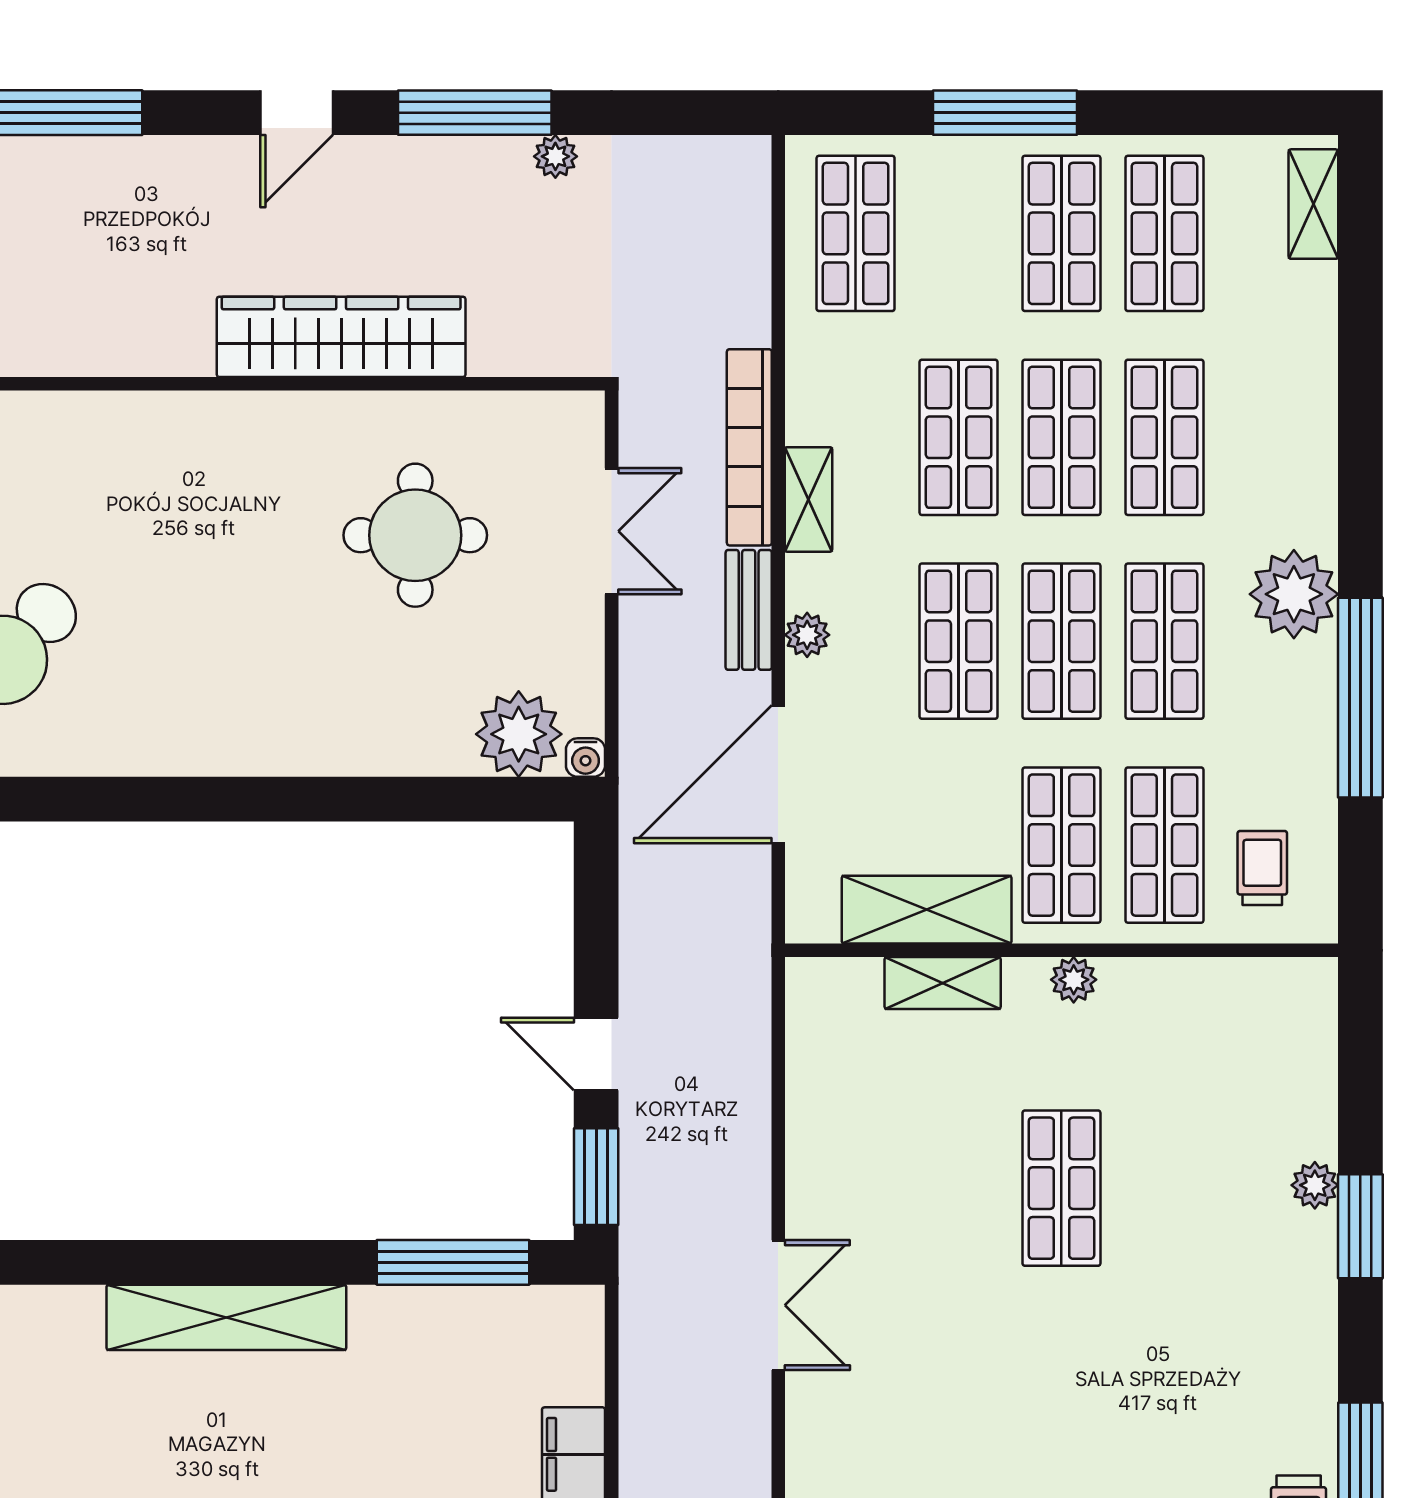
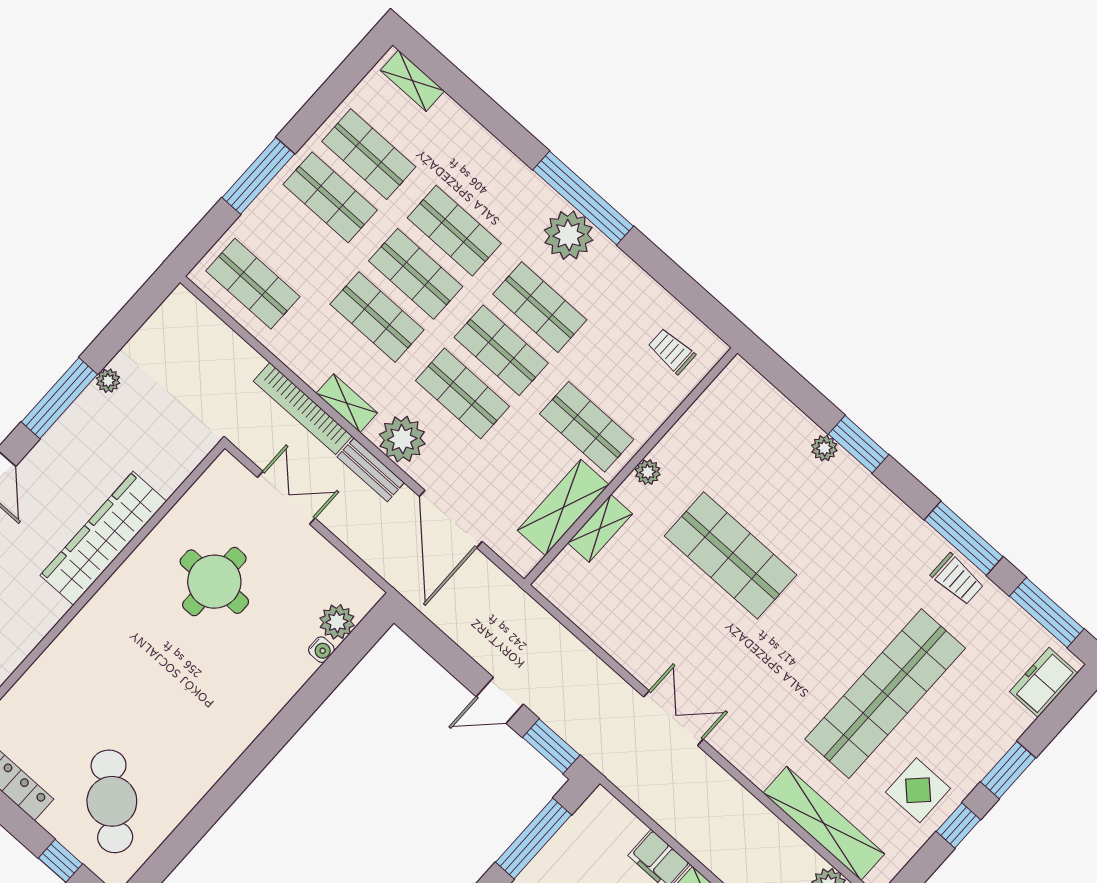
plant: (807, 635) -> (402, 439), width x1.88, depth x1.88
window: (1360, 698) -> (583, 198), moved
plant: (519, 734) -> (337, 622), width x0.73, depth x0.73
water cooler: (586, 758) -> (321, 650), moved
shop shelf: (1164, 845) -> (625, 384), removed
shop shelf: (1061, 1188) -> (731, 555), width x1.43, depth x1.36

